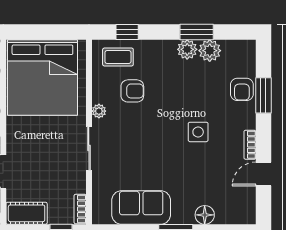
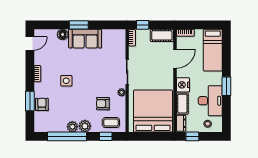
window: (197, 32) -> (67, 136), width x2.11
plant: (210, 51) -> (85, 126), moved
door: (263, 174) -> (30, 43), moved
sofa: (141, 207) -> (85, 39), moved

